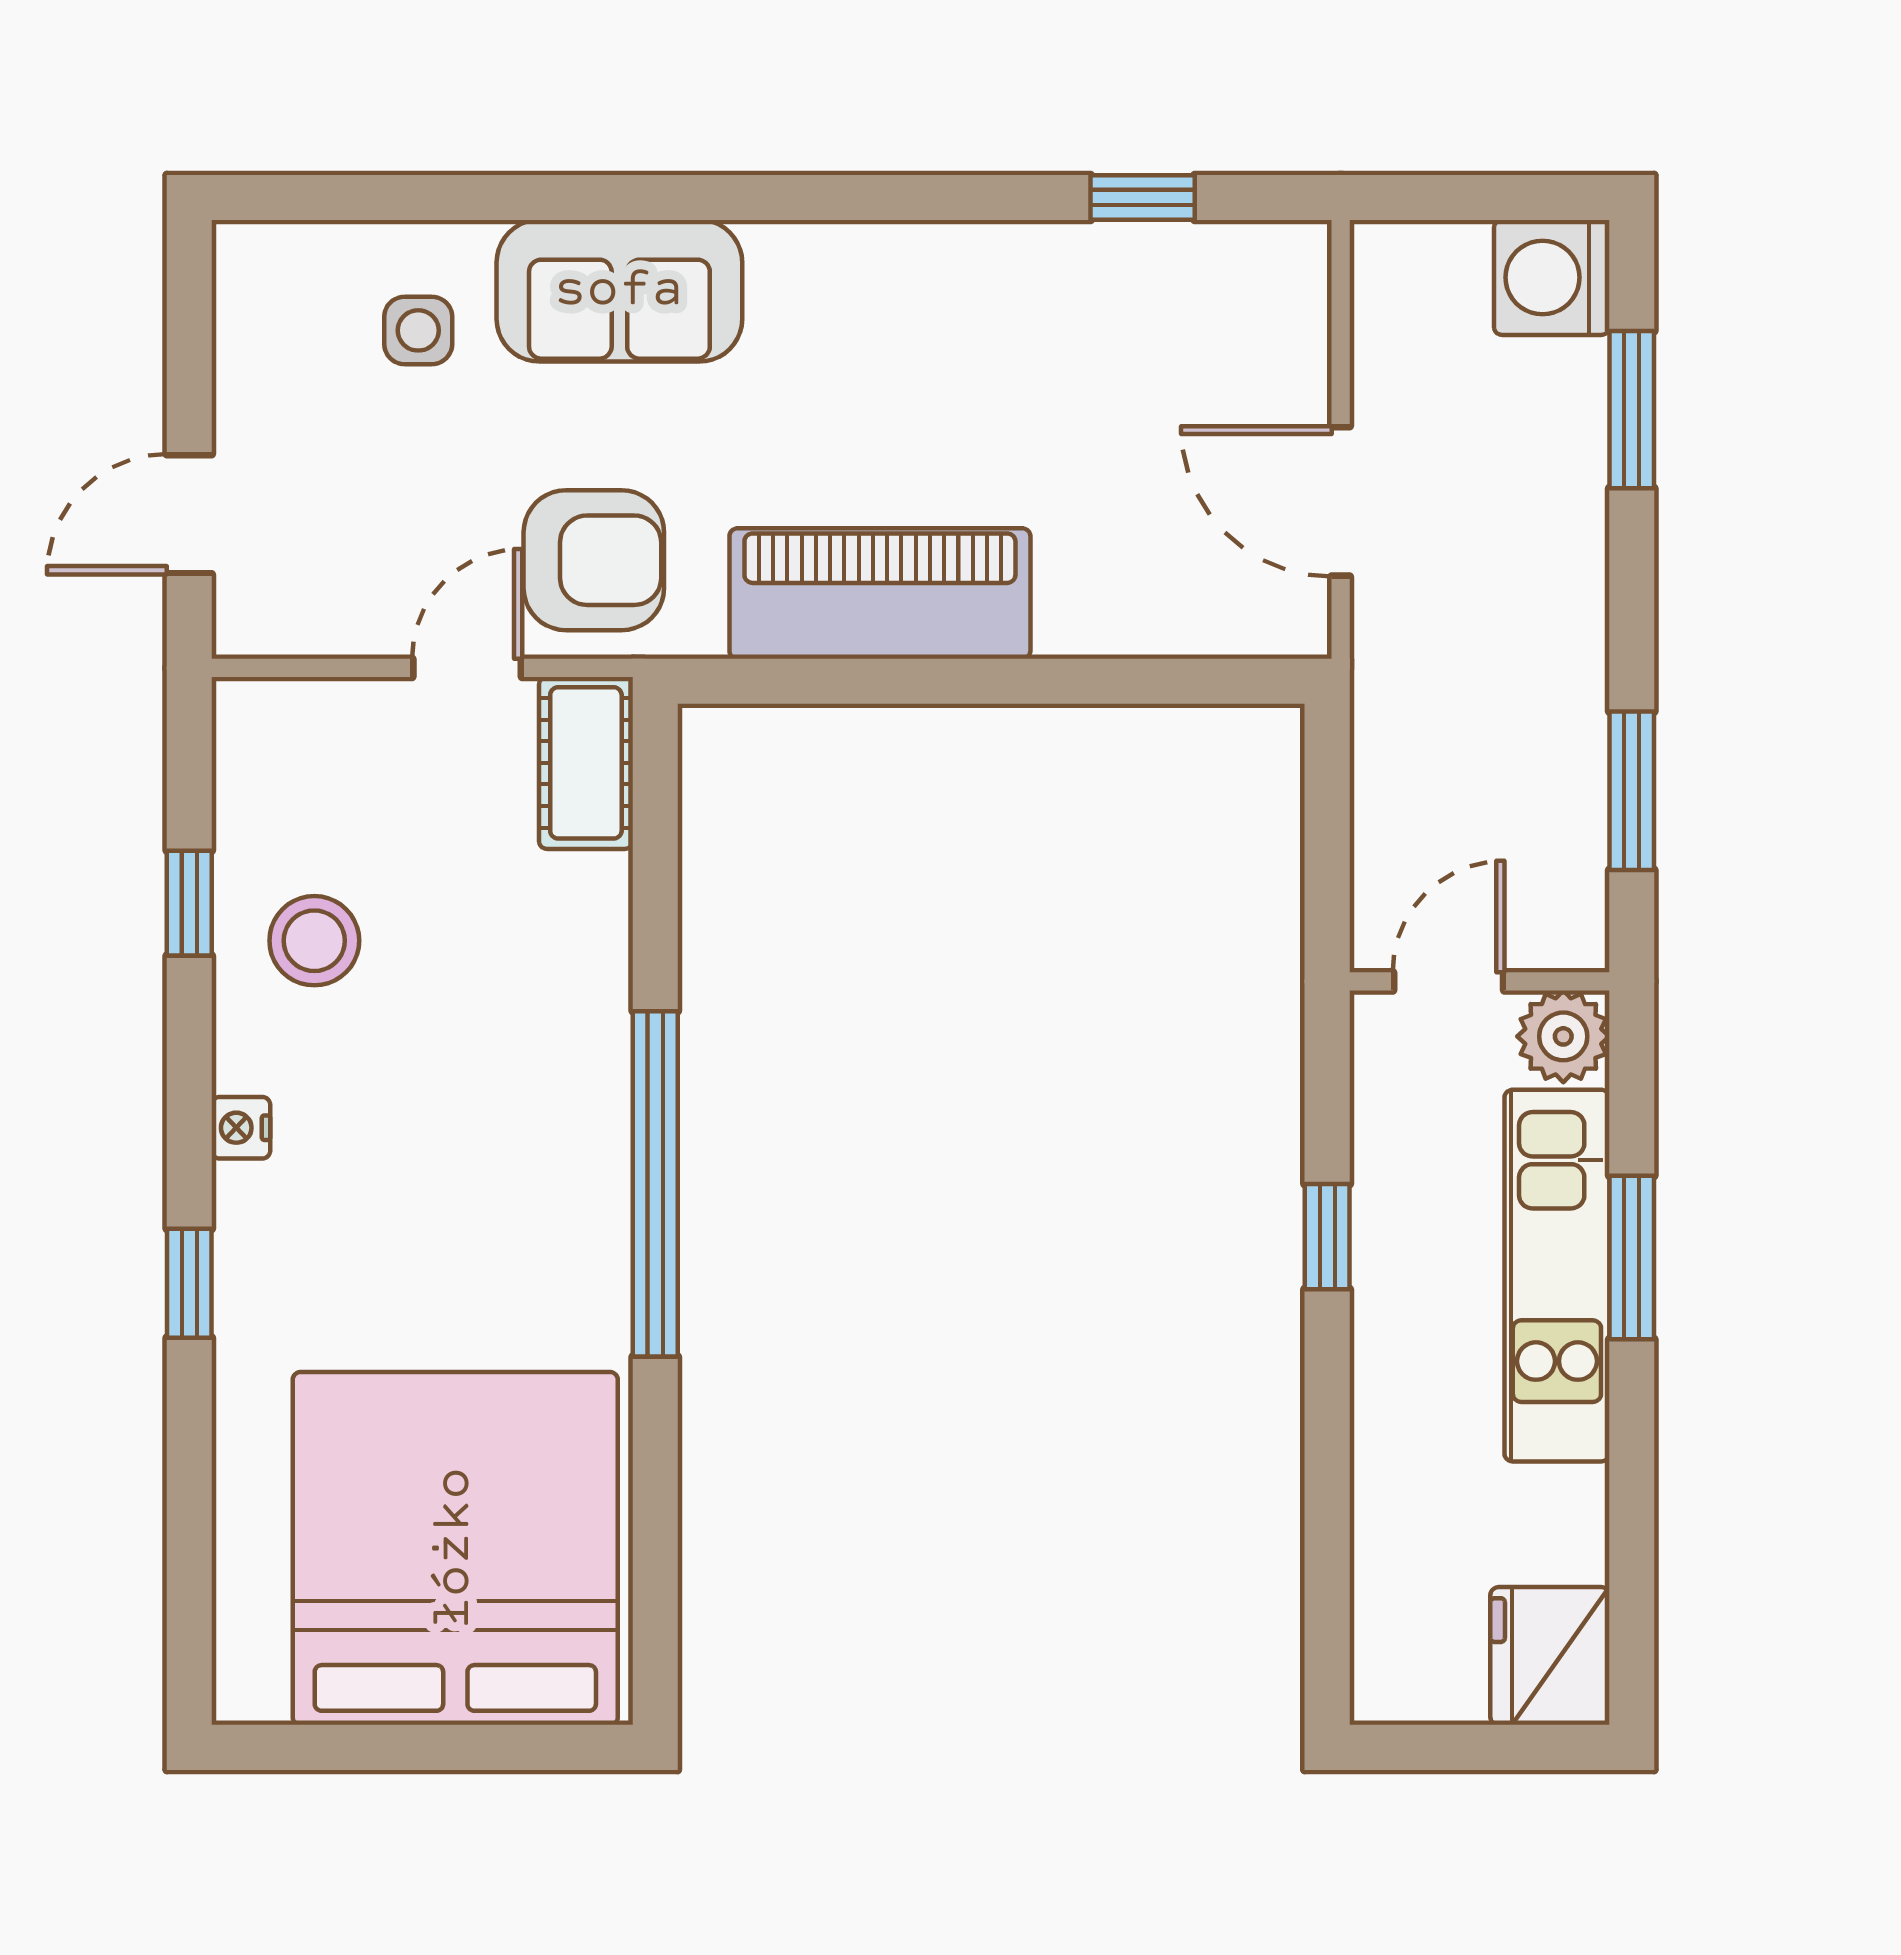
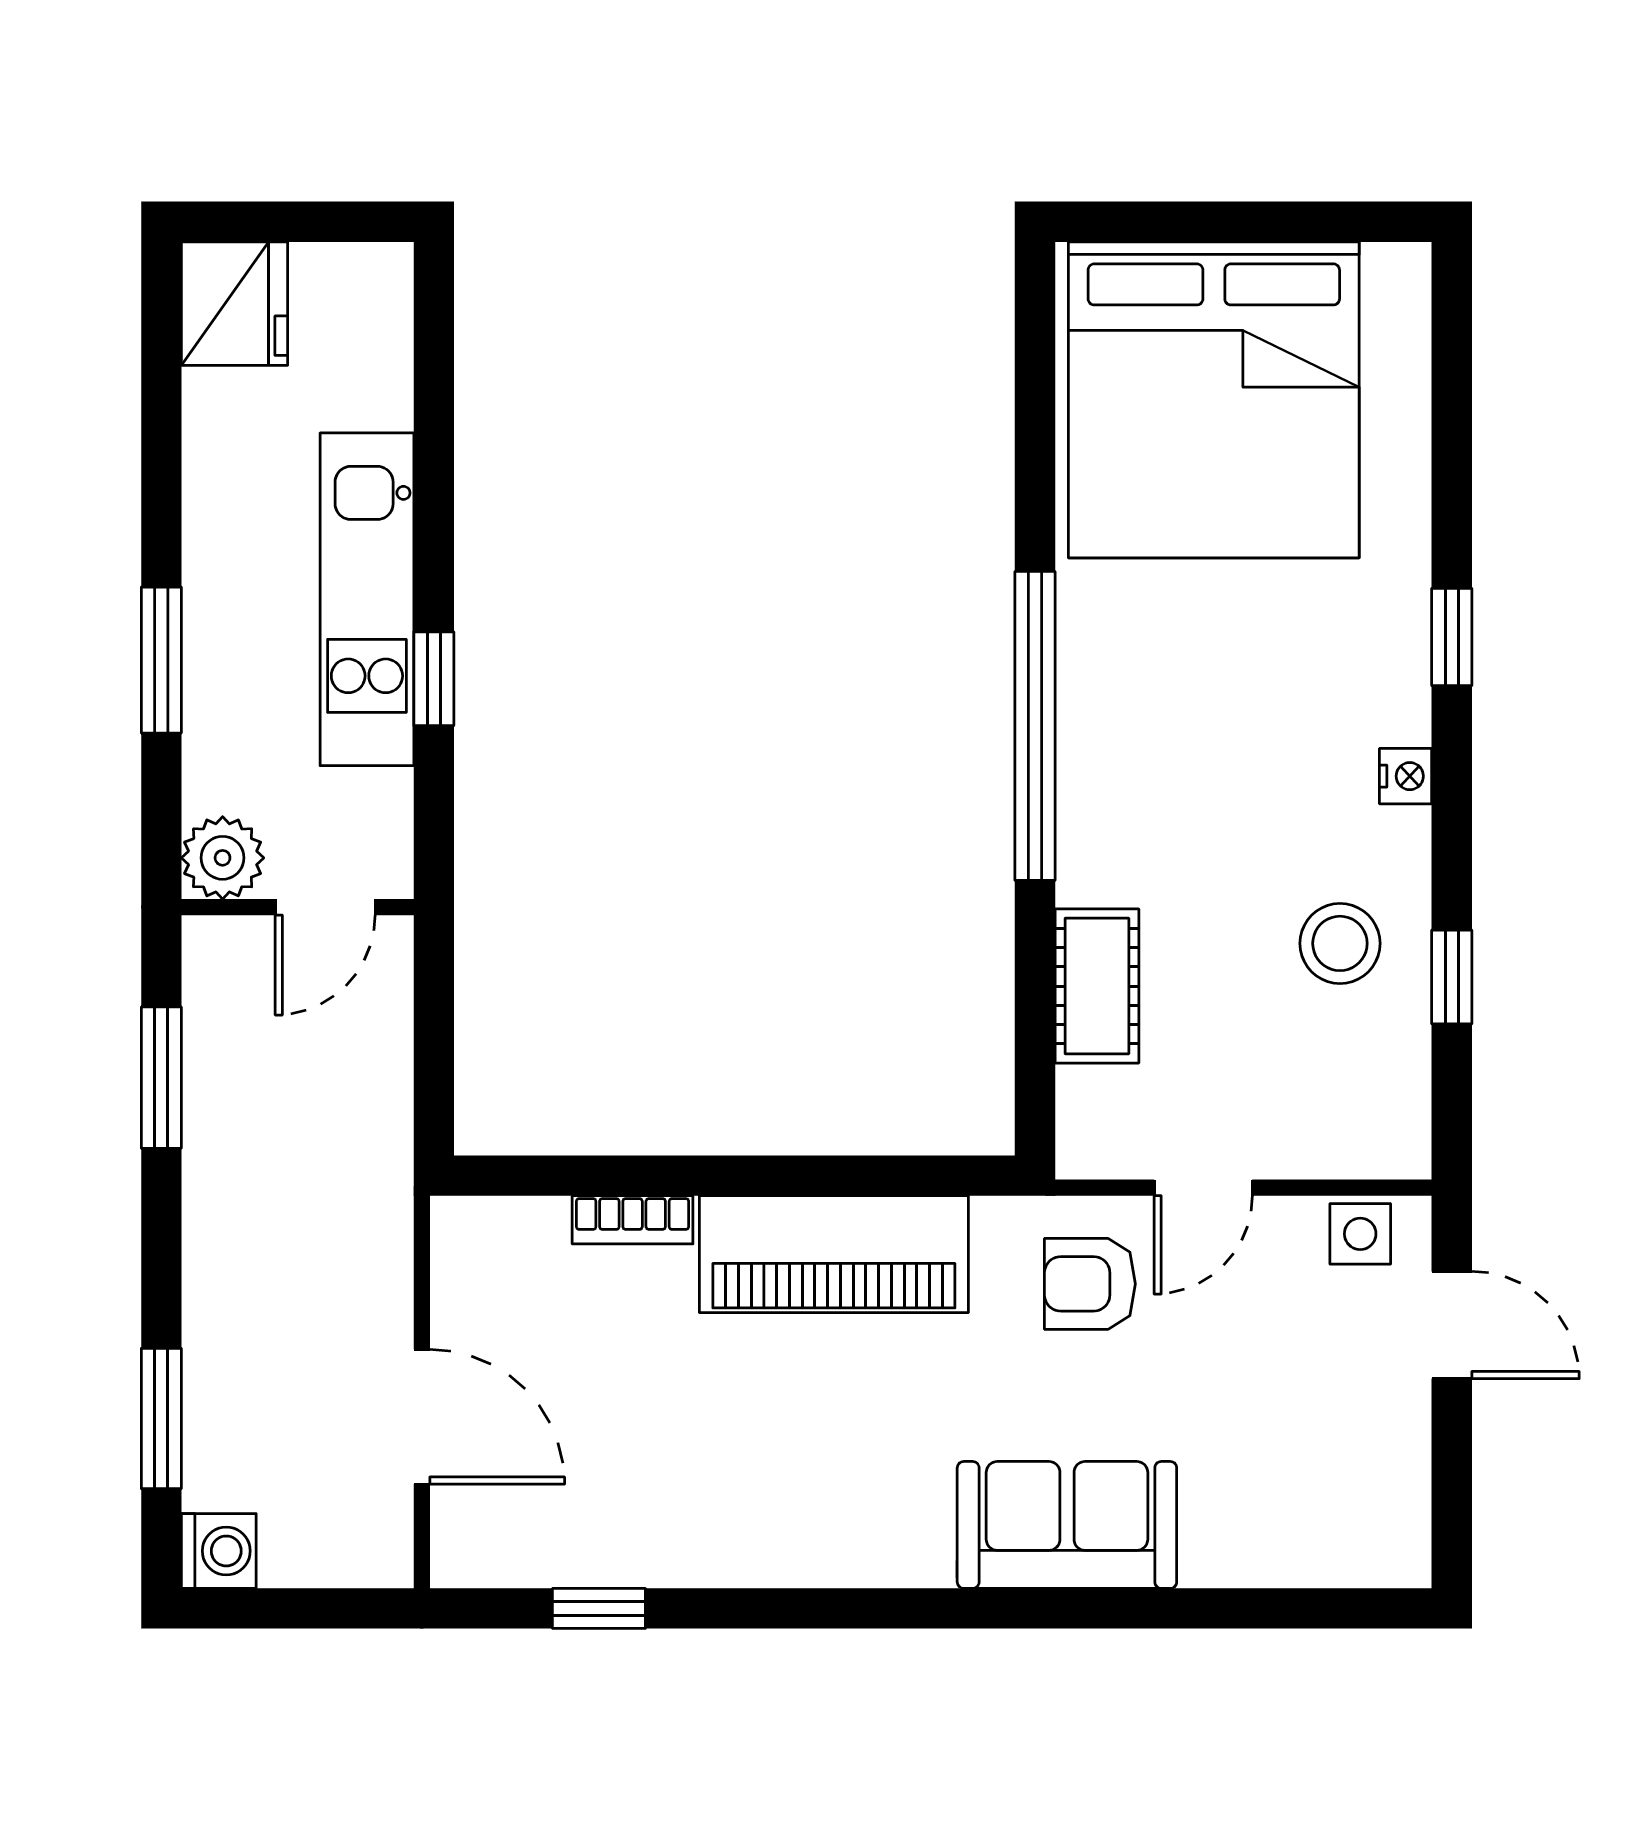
washing machine: (1552, 277) -> (219, 1551), width x0.73, depth x0.73
side table: (418, 330) -> (1360, 1234), moved
door: (1341, 501) -> (422, 1417), moved
door: (189, 514) -> (1452, 1325), hinge flipped
armchair: (594, 560) -> (1090, 1284), width x0.72, depth x0.72
bookcase: (1105, 632) -> (633, 1220), added
cot: (586, 763) -> (1097, 986), moved
kitchen unit: (1557, 1276) -> (367, 599), moved, turned 180

